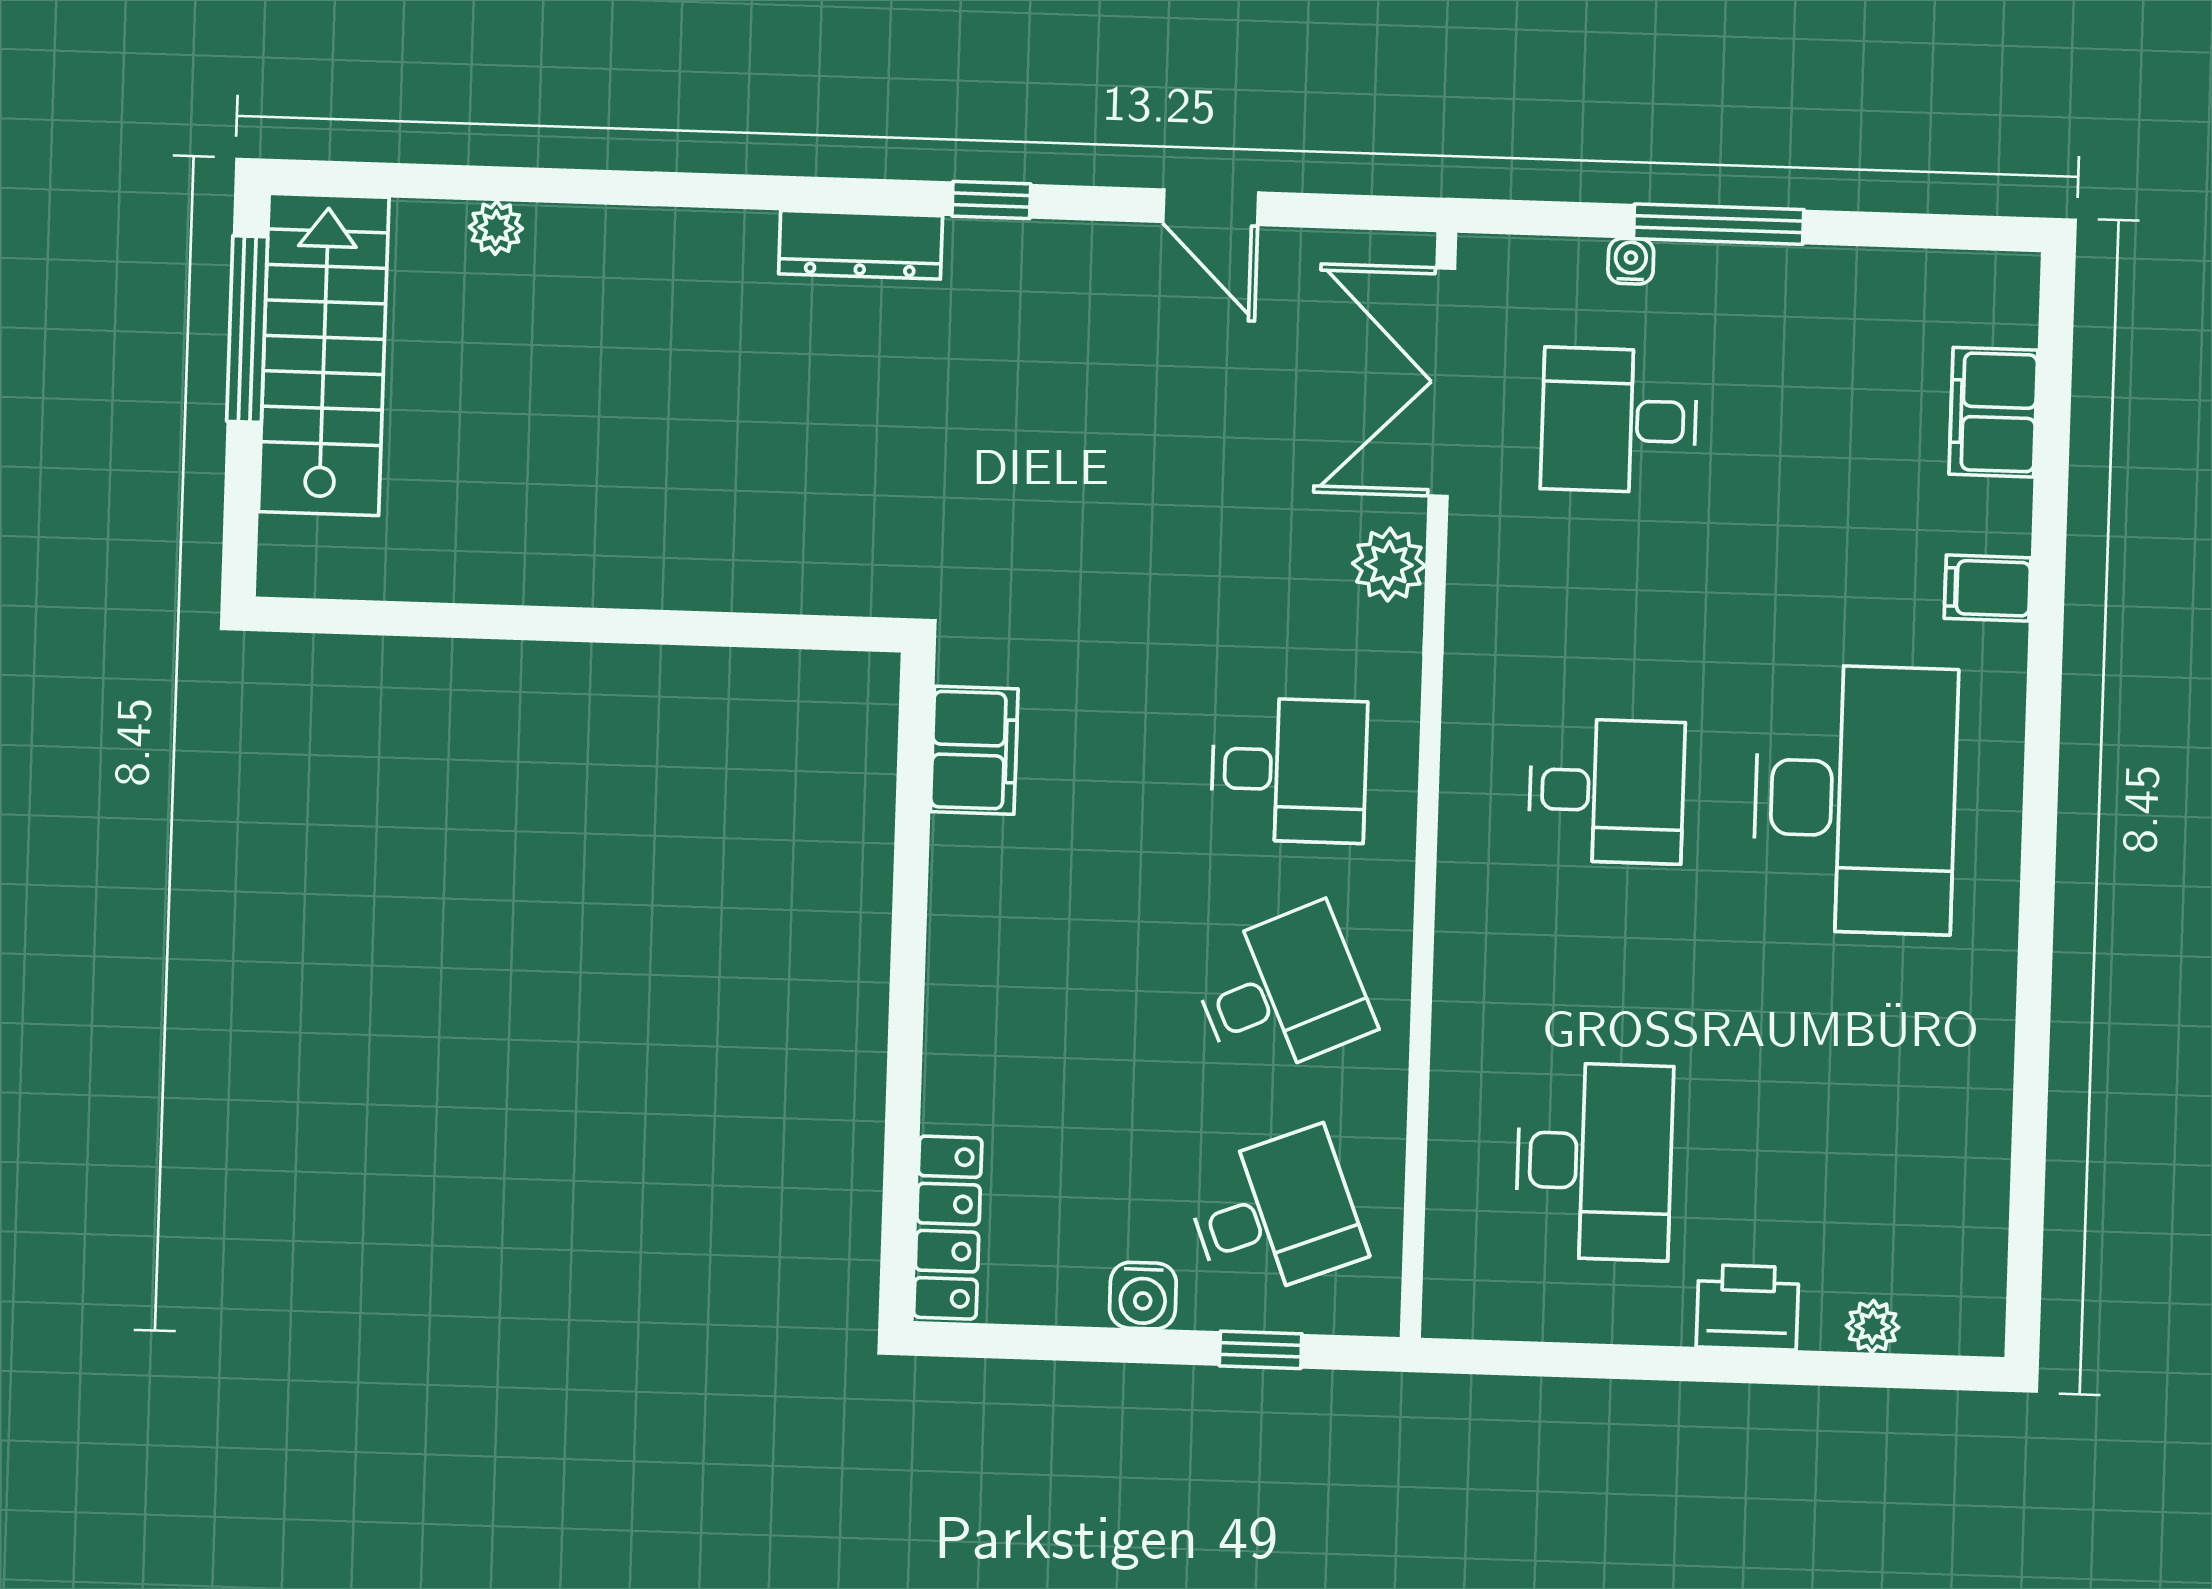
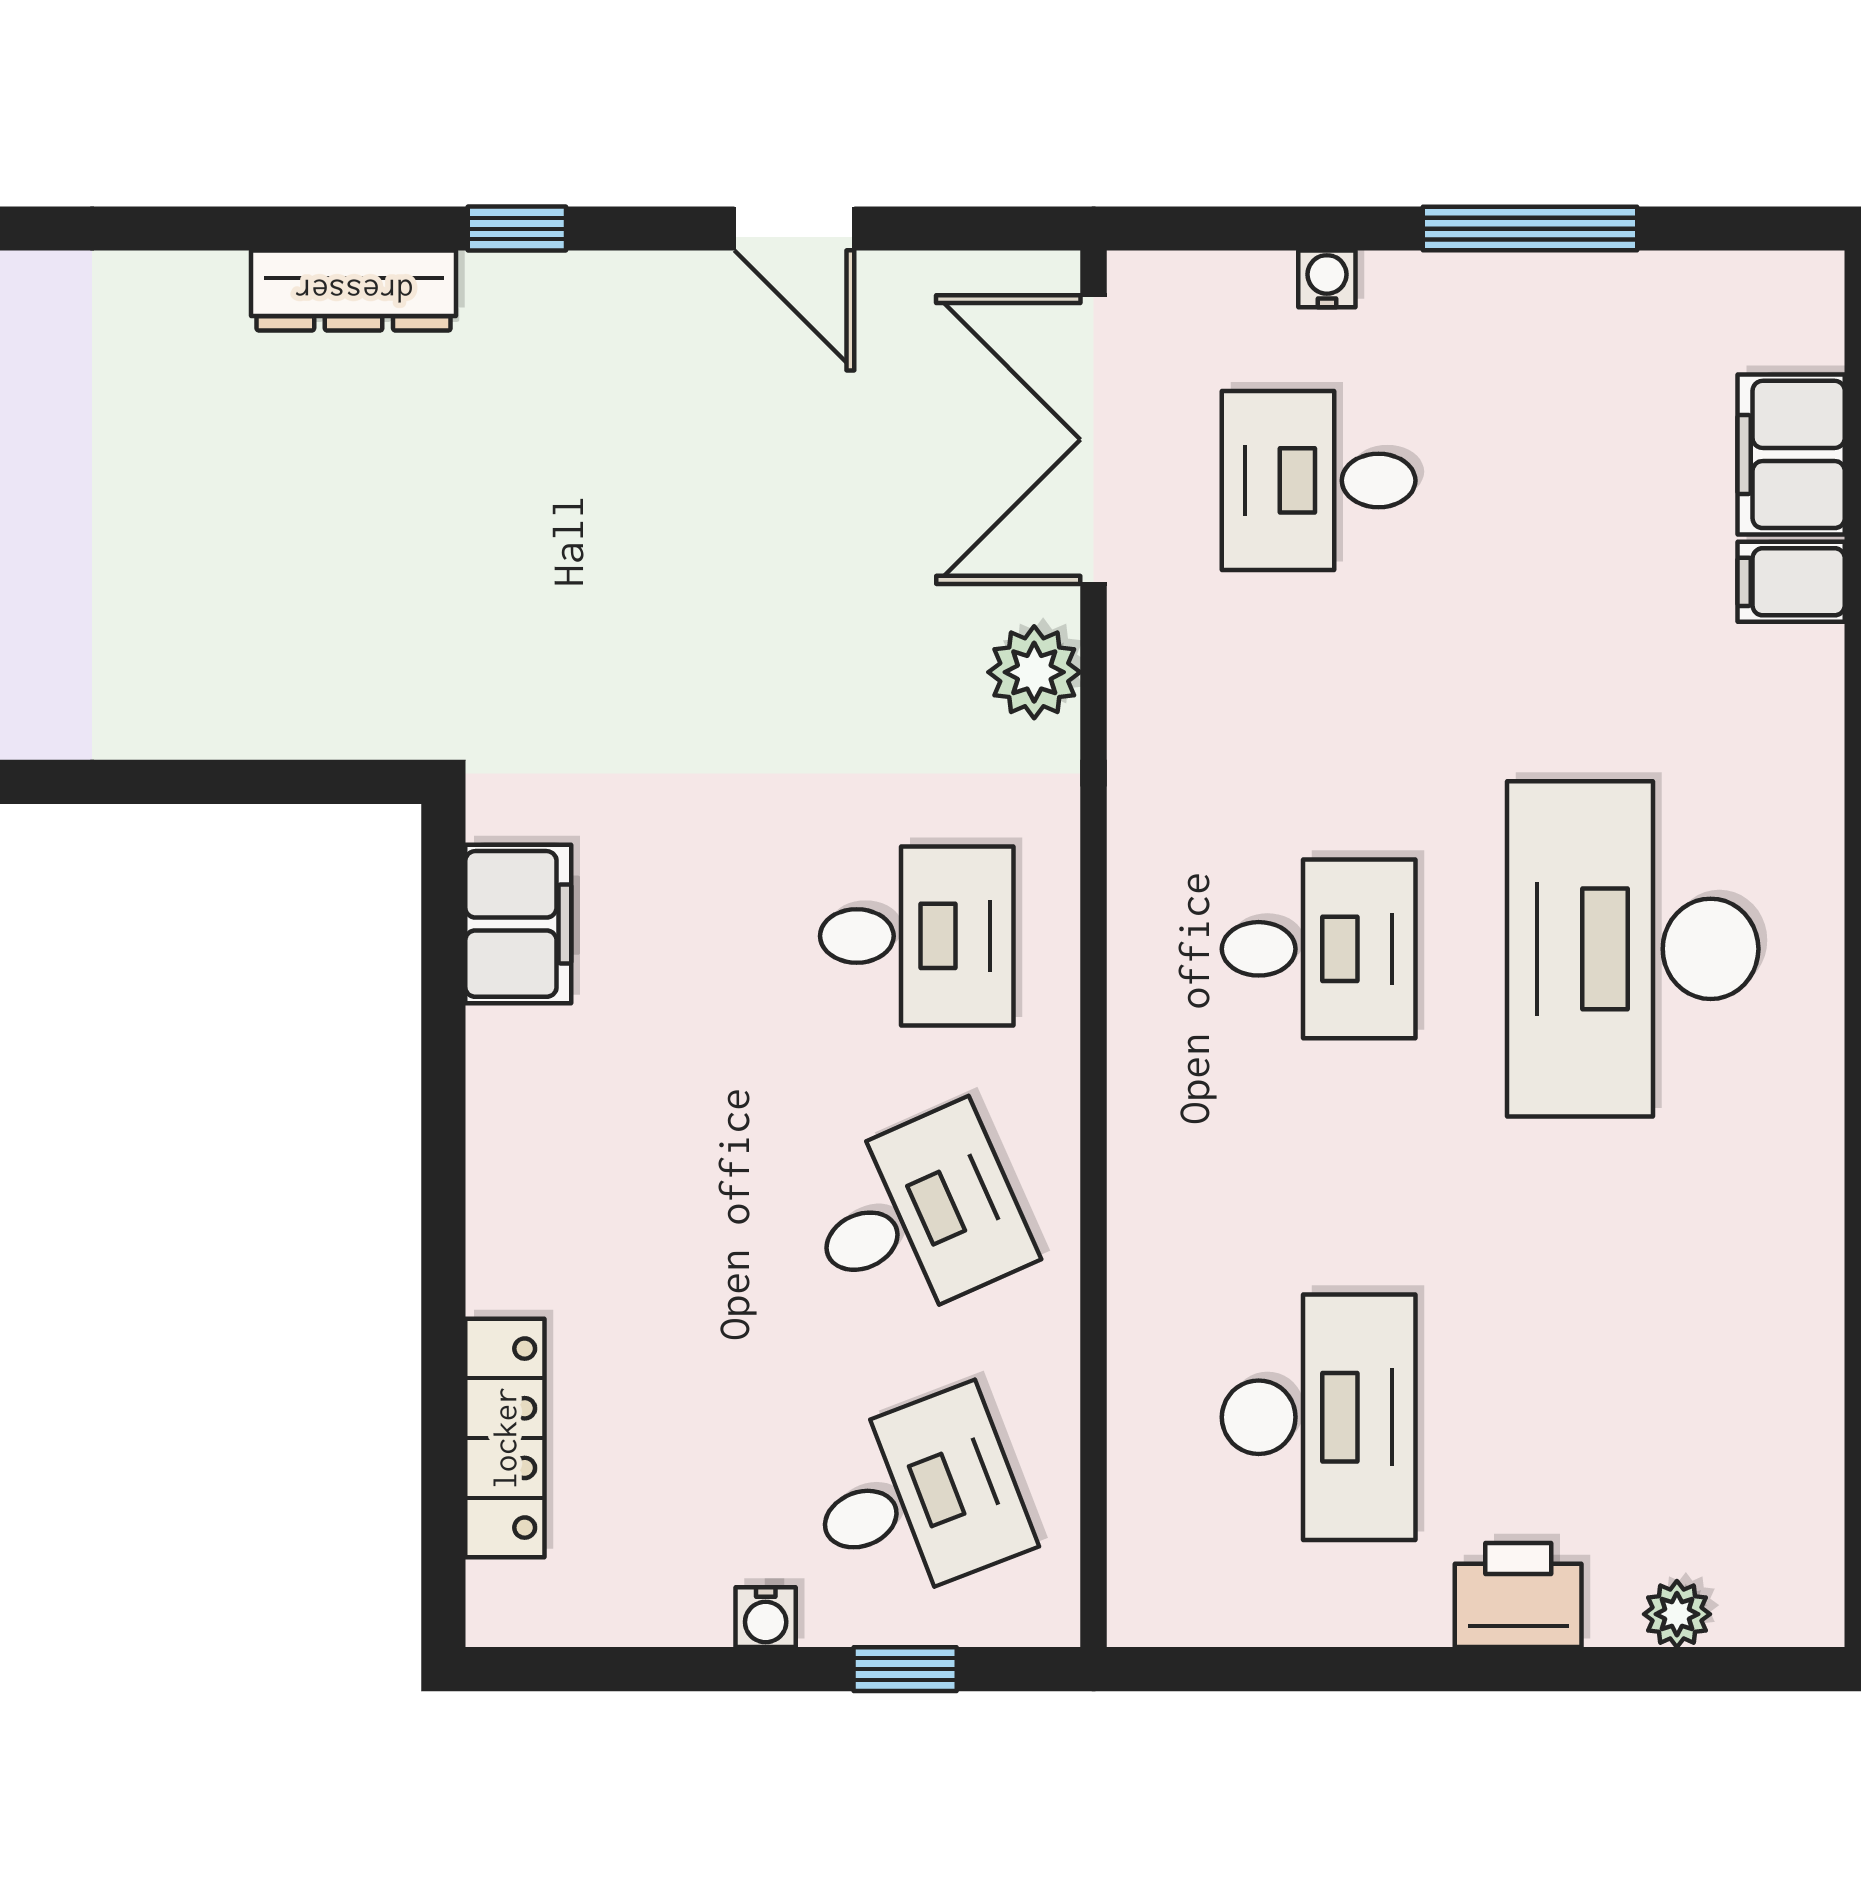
window: (1719, 224) -> (1530, 229), moved
filing cabinet: (1988, 588) -> (1791, 582), moved
desk: (1855, 799) -> (1633, 949), turned 180
locker: (948, 1228) -> (505, 1438), moved
water cooler: (1143, 1296) -> (766, 1617), width x0.72, depth x0.72

